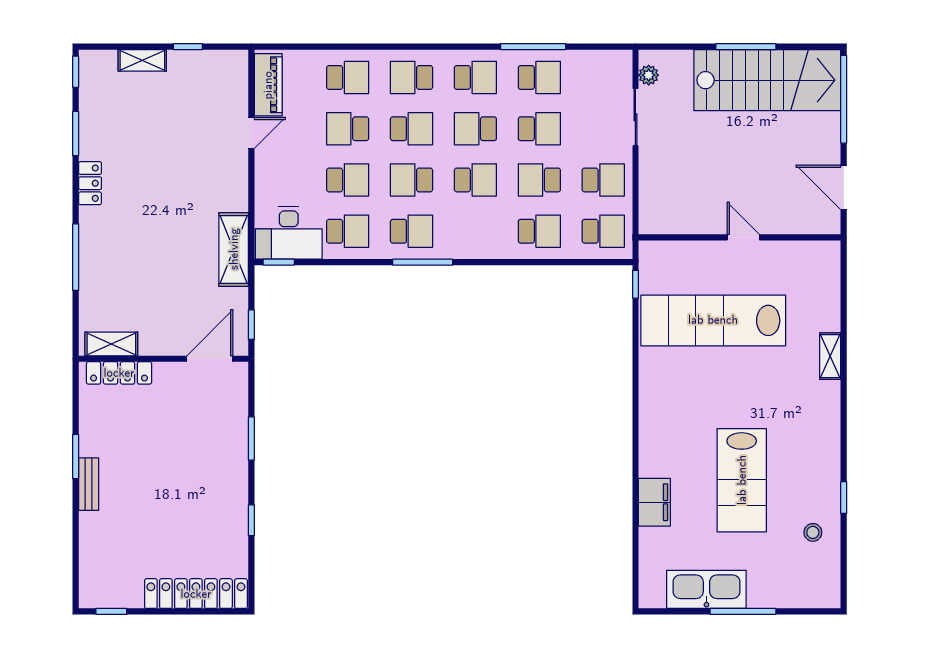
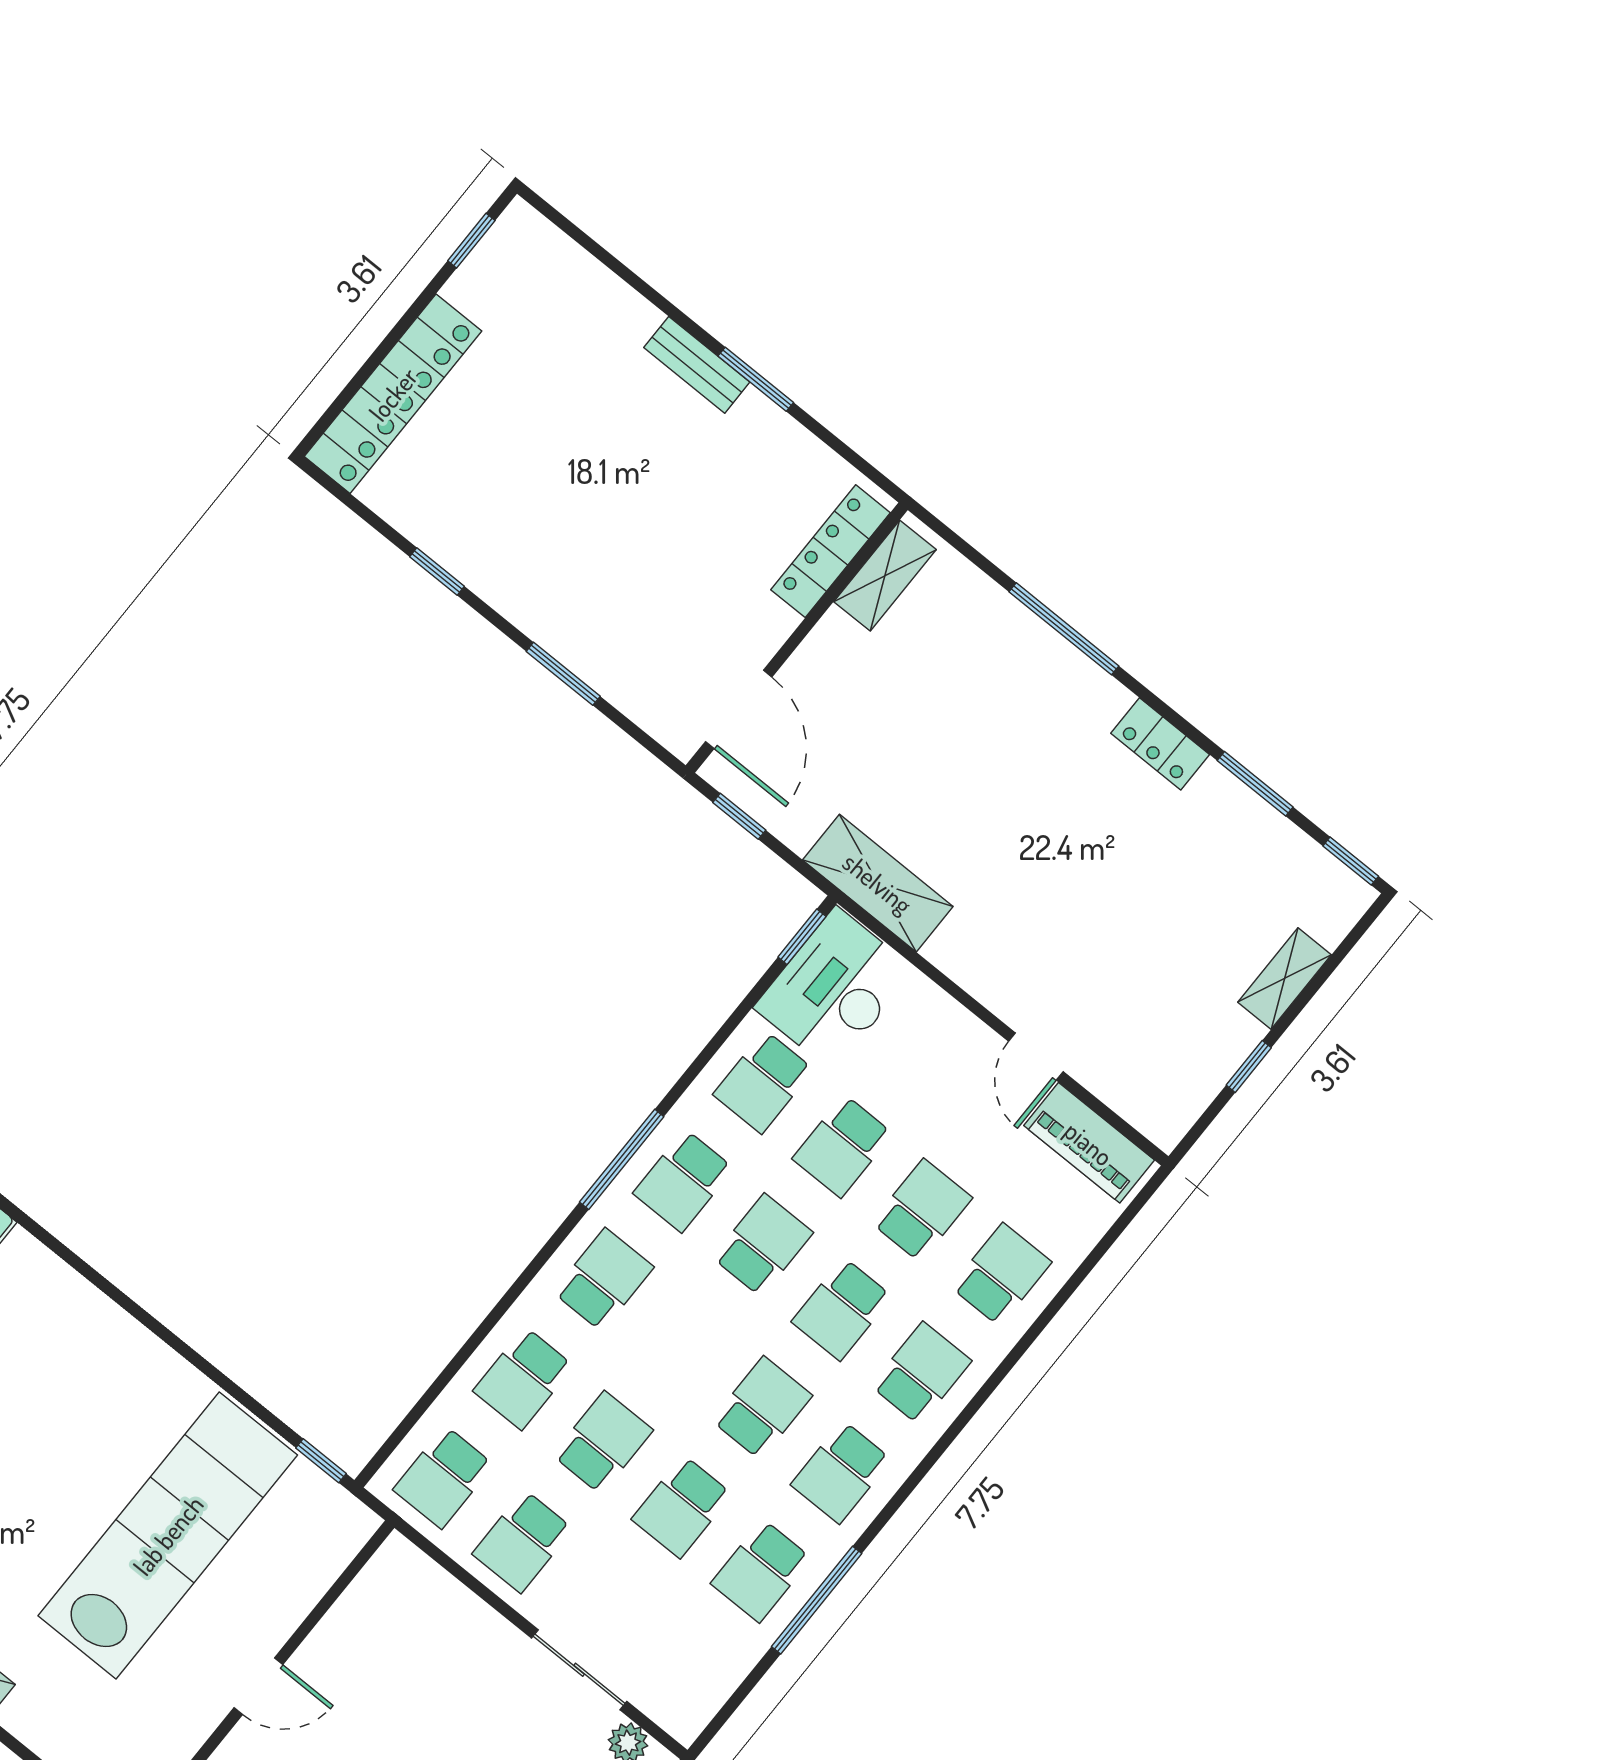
school desk: (348, 77) -> (1001, 1275), turned 180
school desk: (475, 180) -> (603, 1280), moved, turned 180

